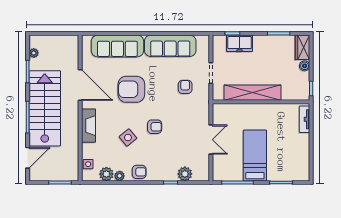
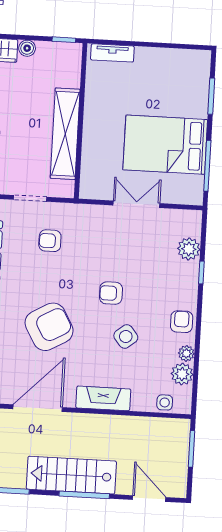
armchair: (131, 89) -> (49, 327), turned -119
stairs: (45, 108) -> (71, 475), width x0.73, depth x0.66
armchair: (155, 127) -> (111, 293), turned -90
bed: (255, 155) -> (165, 145), width x1.50

